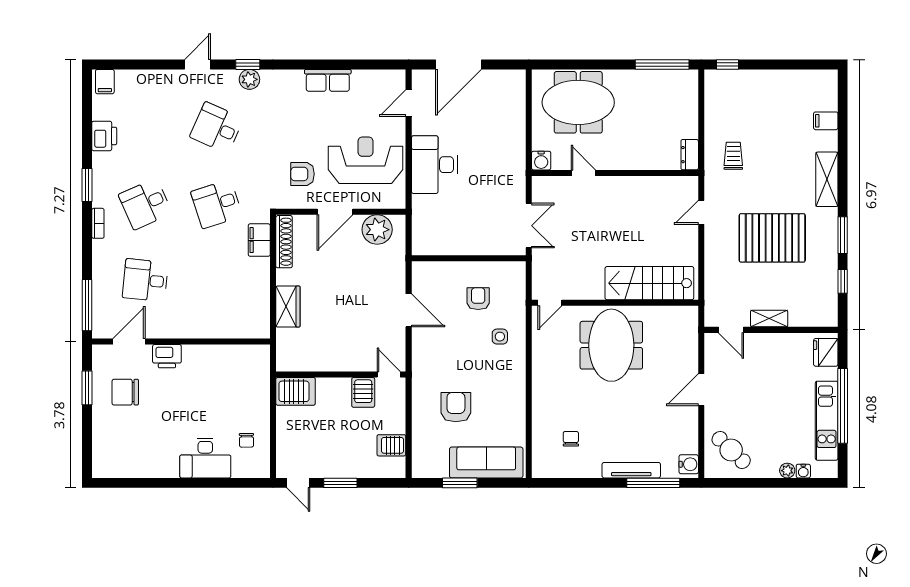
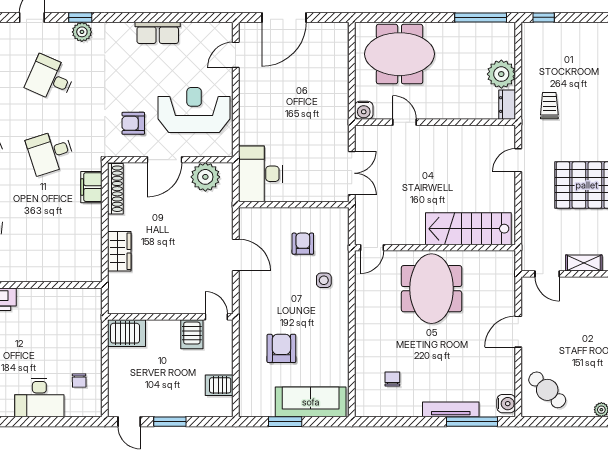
plant: (684, 123) -> (501, 74), added
desk: (434, 165) -> (261, 174), moved

